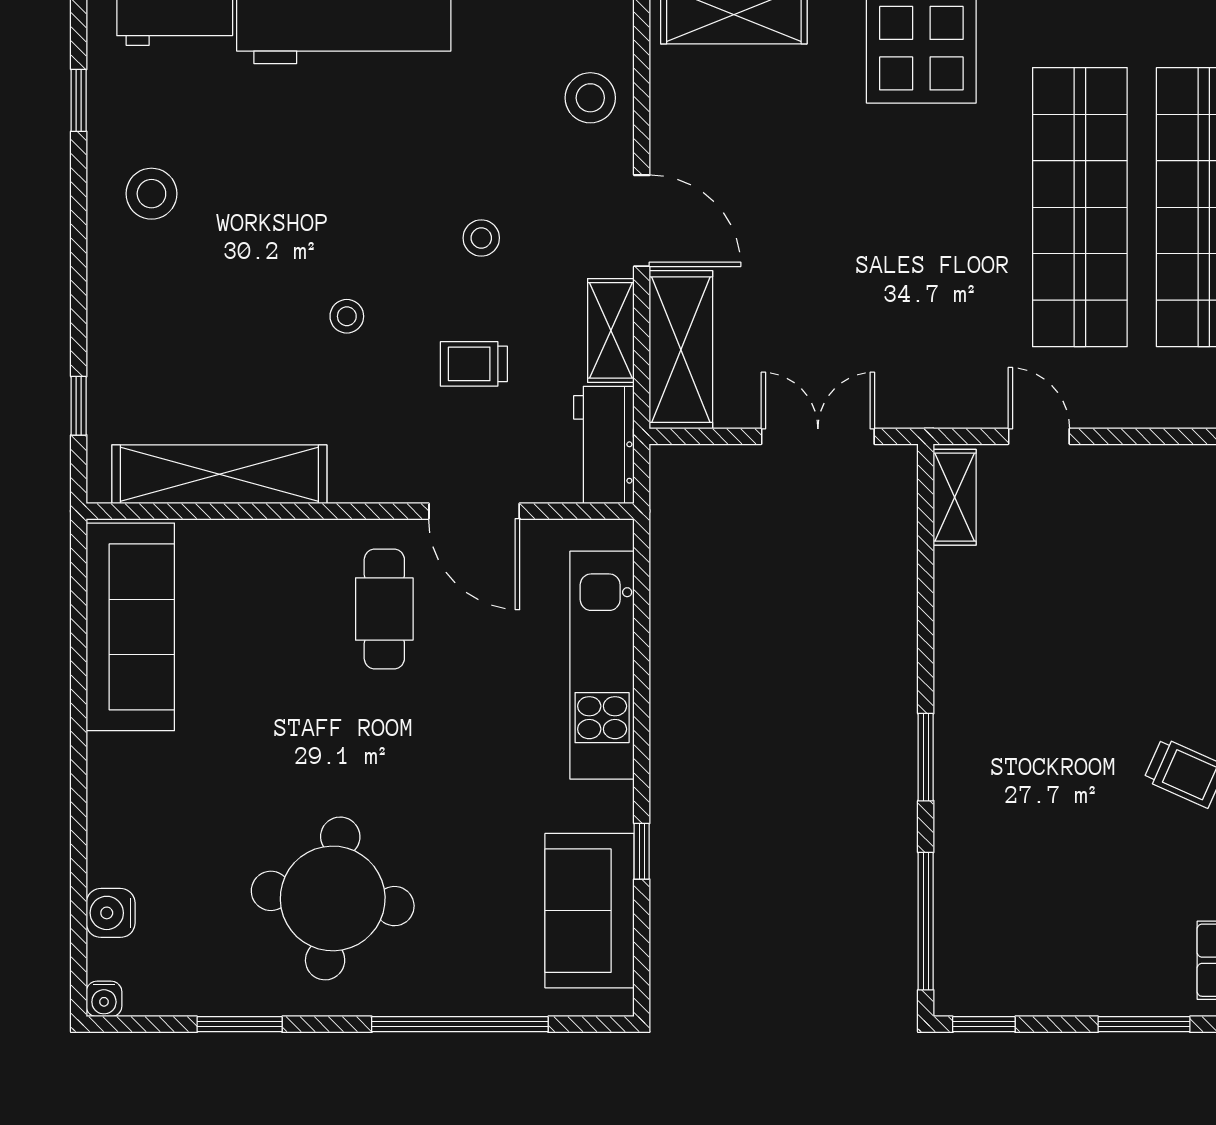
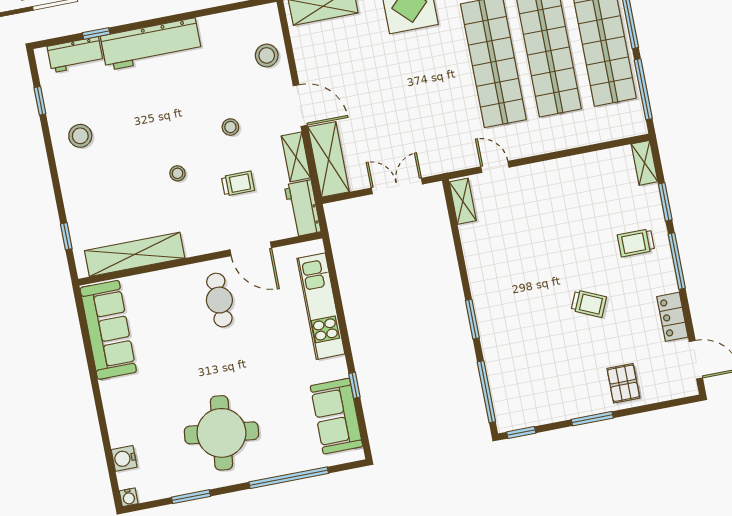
trolley: (474, 364) -> (238, 184), turned 180

